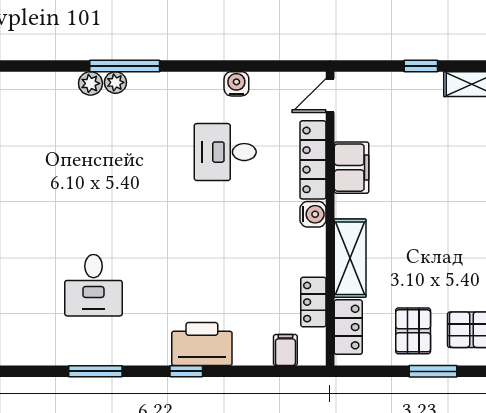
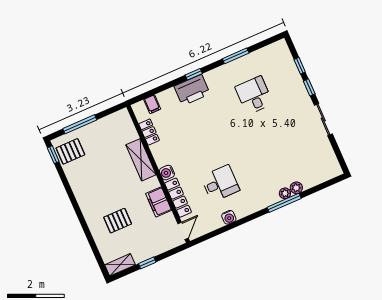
locker: (348, 327) -> (128, 128), removed
pallet: (413, 331) -> (118, 221), moved, turned 90
window: (433, 371) -> (80, 124), width x1.44

